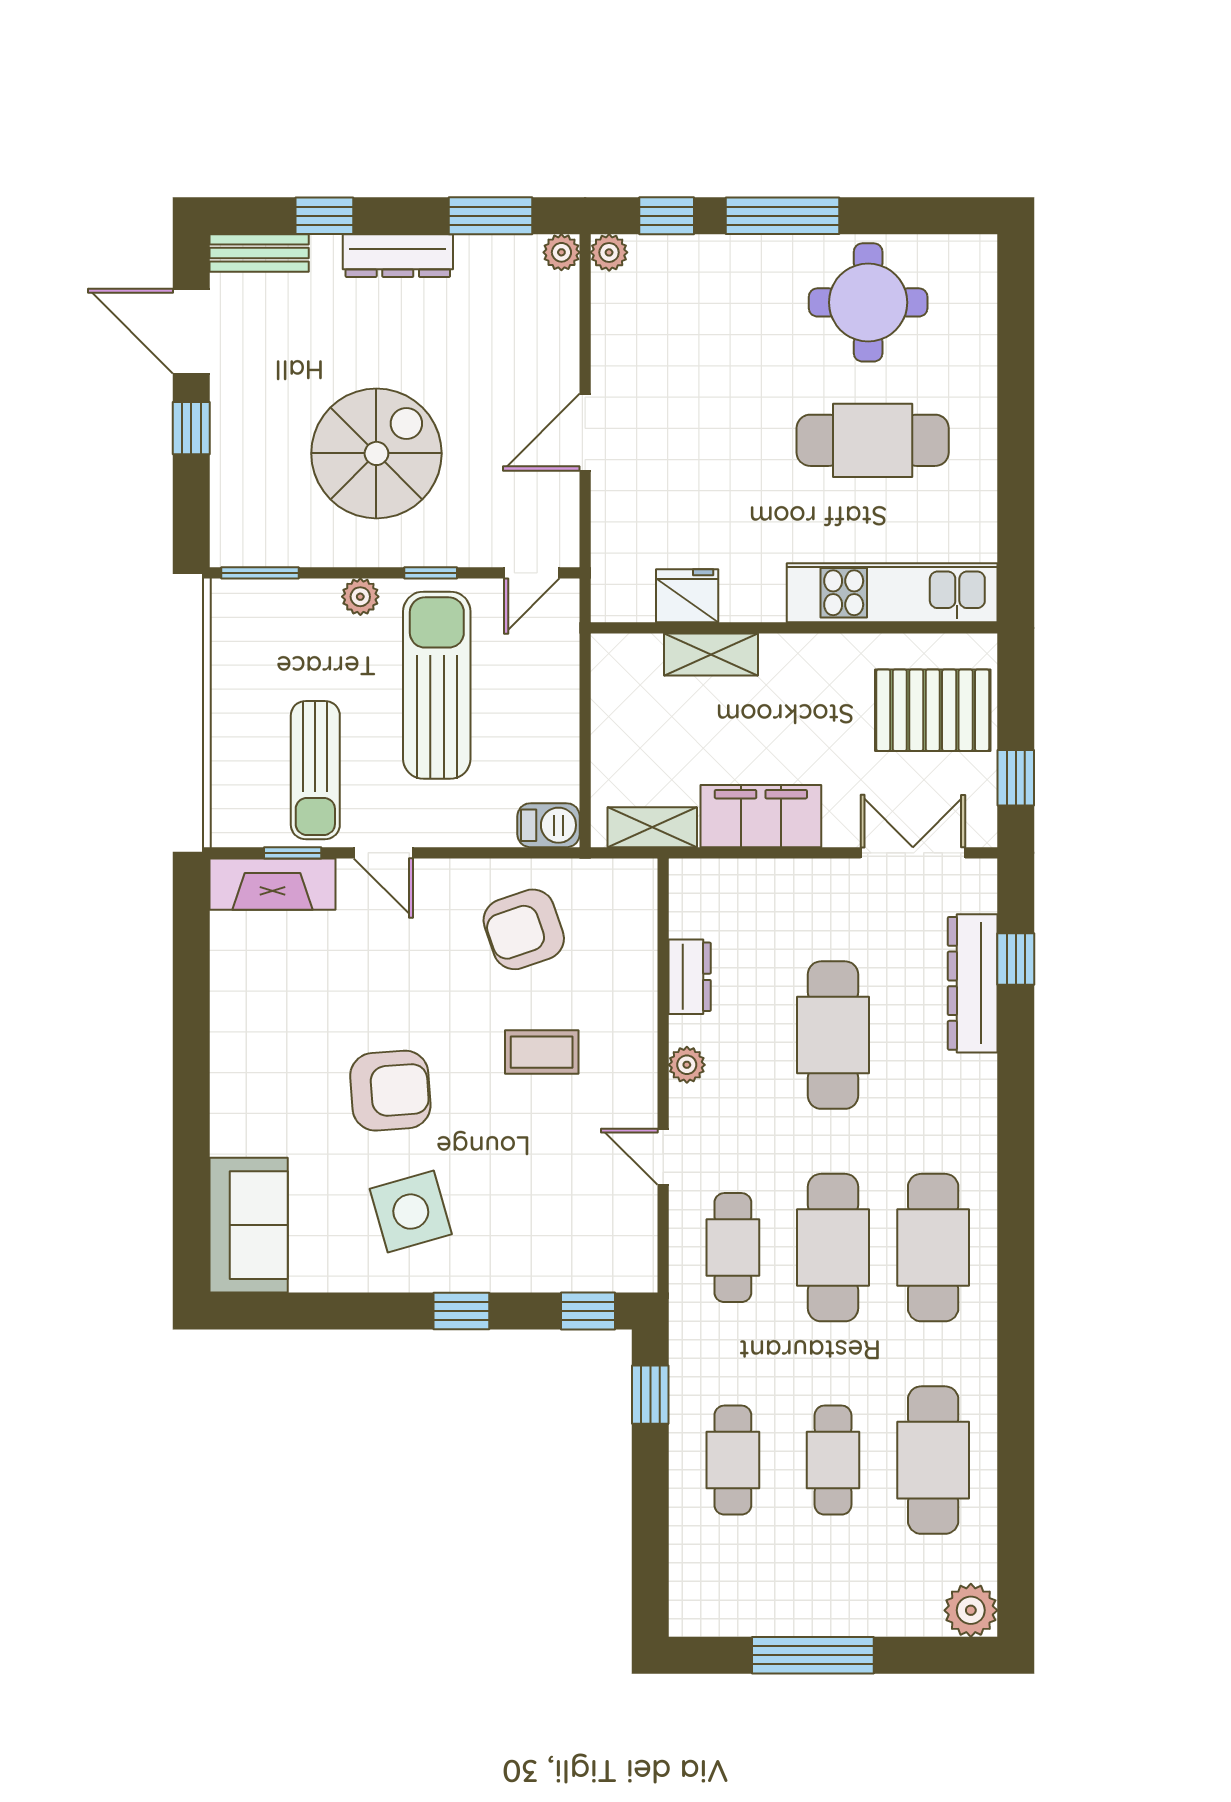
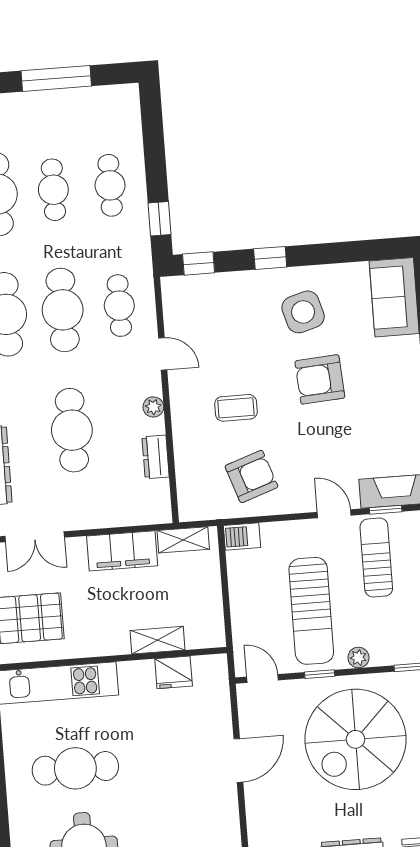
spiral stairs: (376, 453) -> (356, 739), width x1.37, depth x1.37
door: (532, 573) -> (262, 679), hinge flipped

